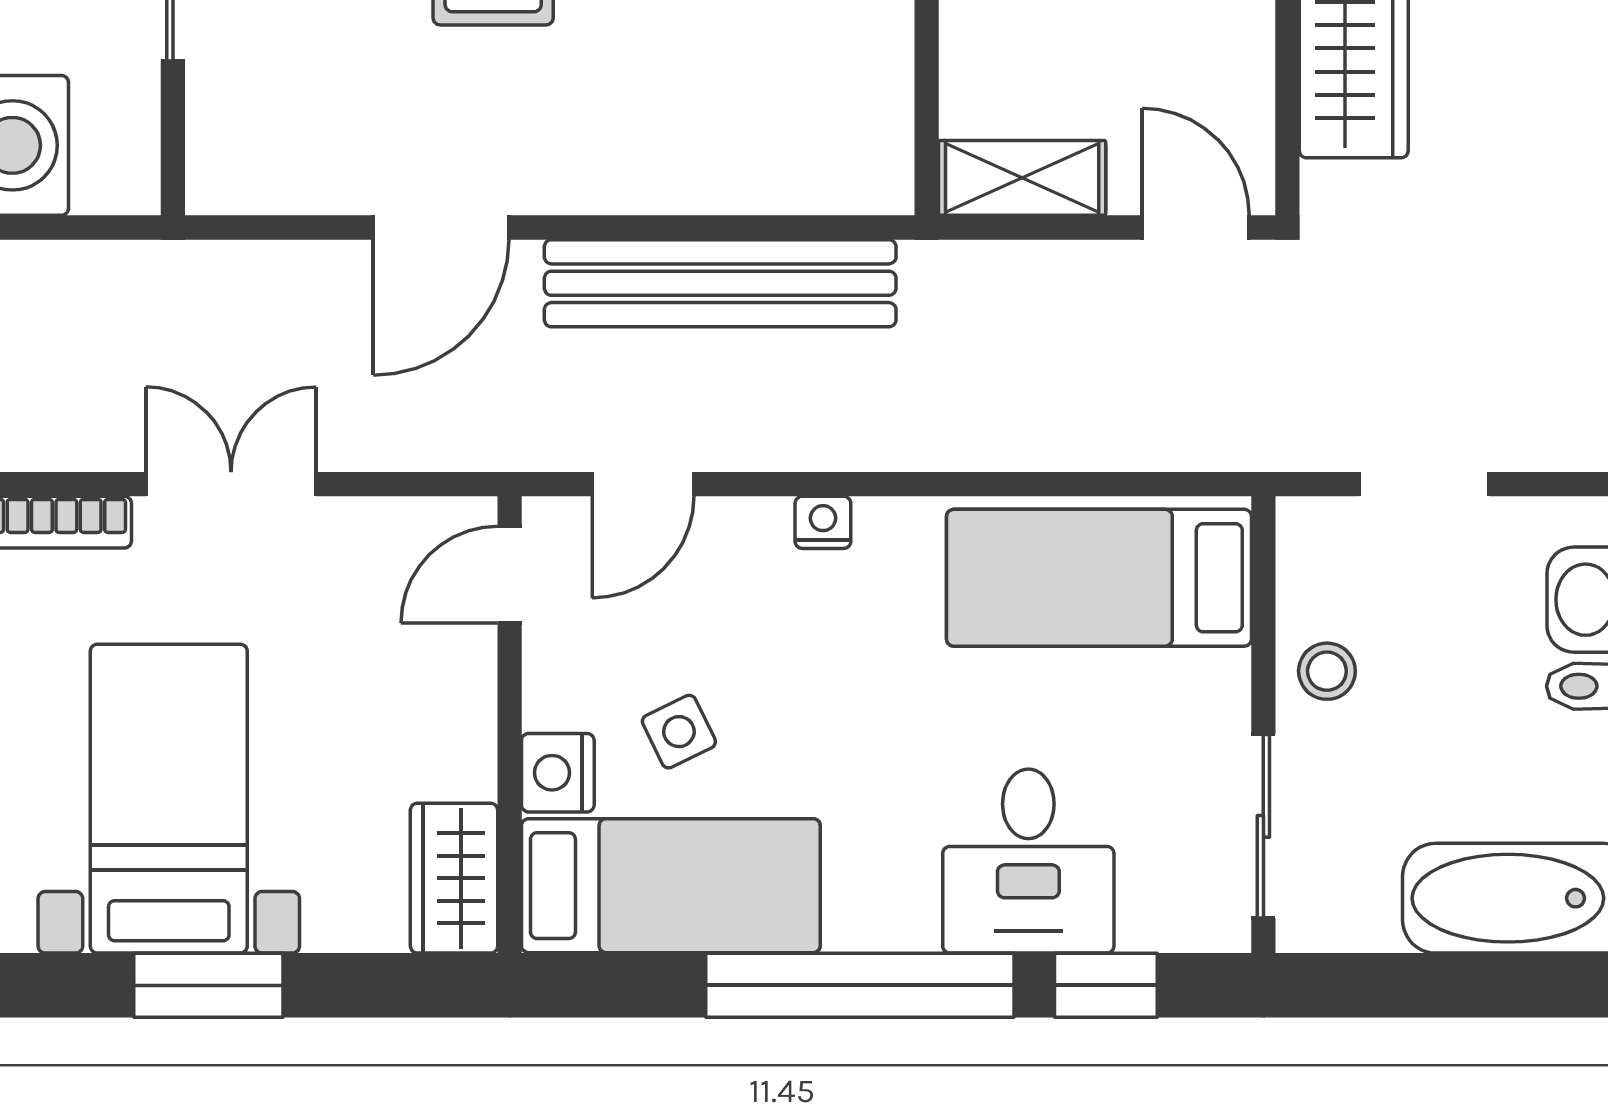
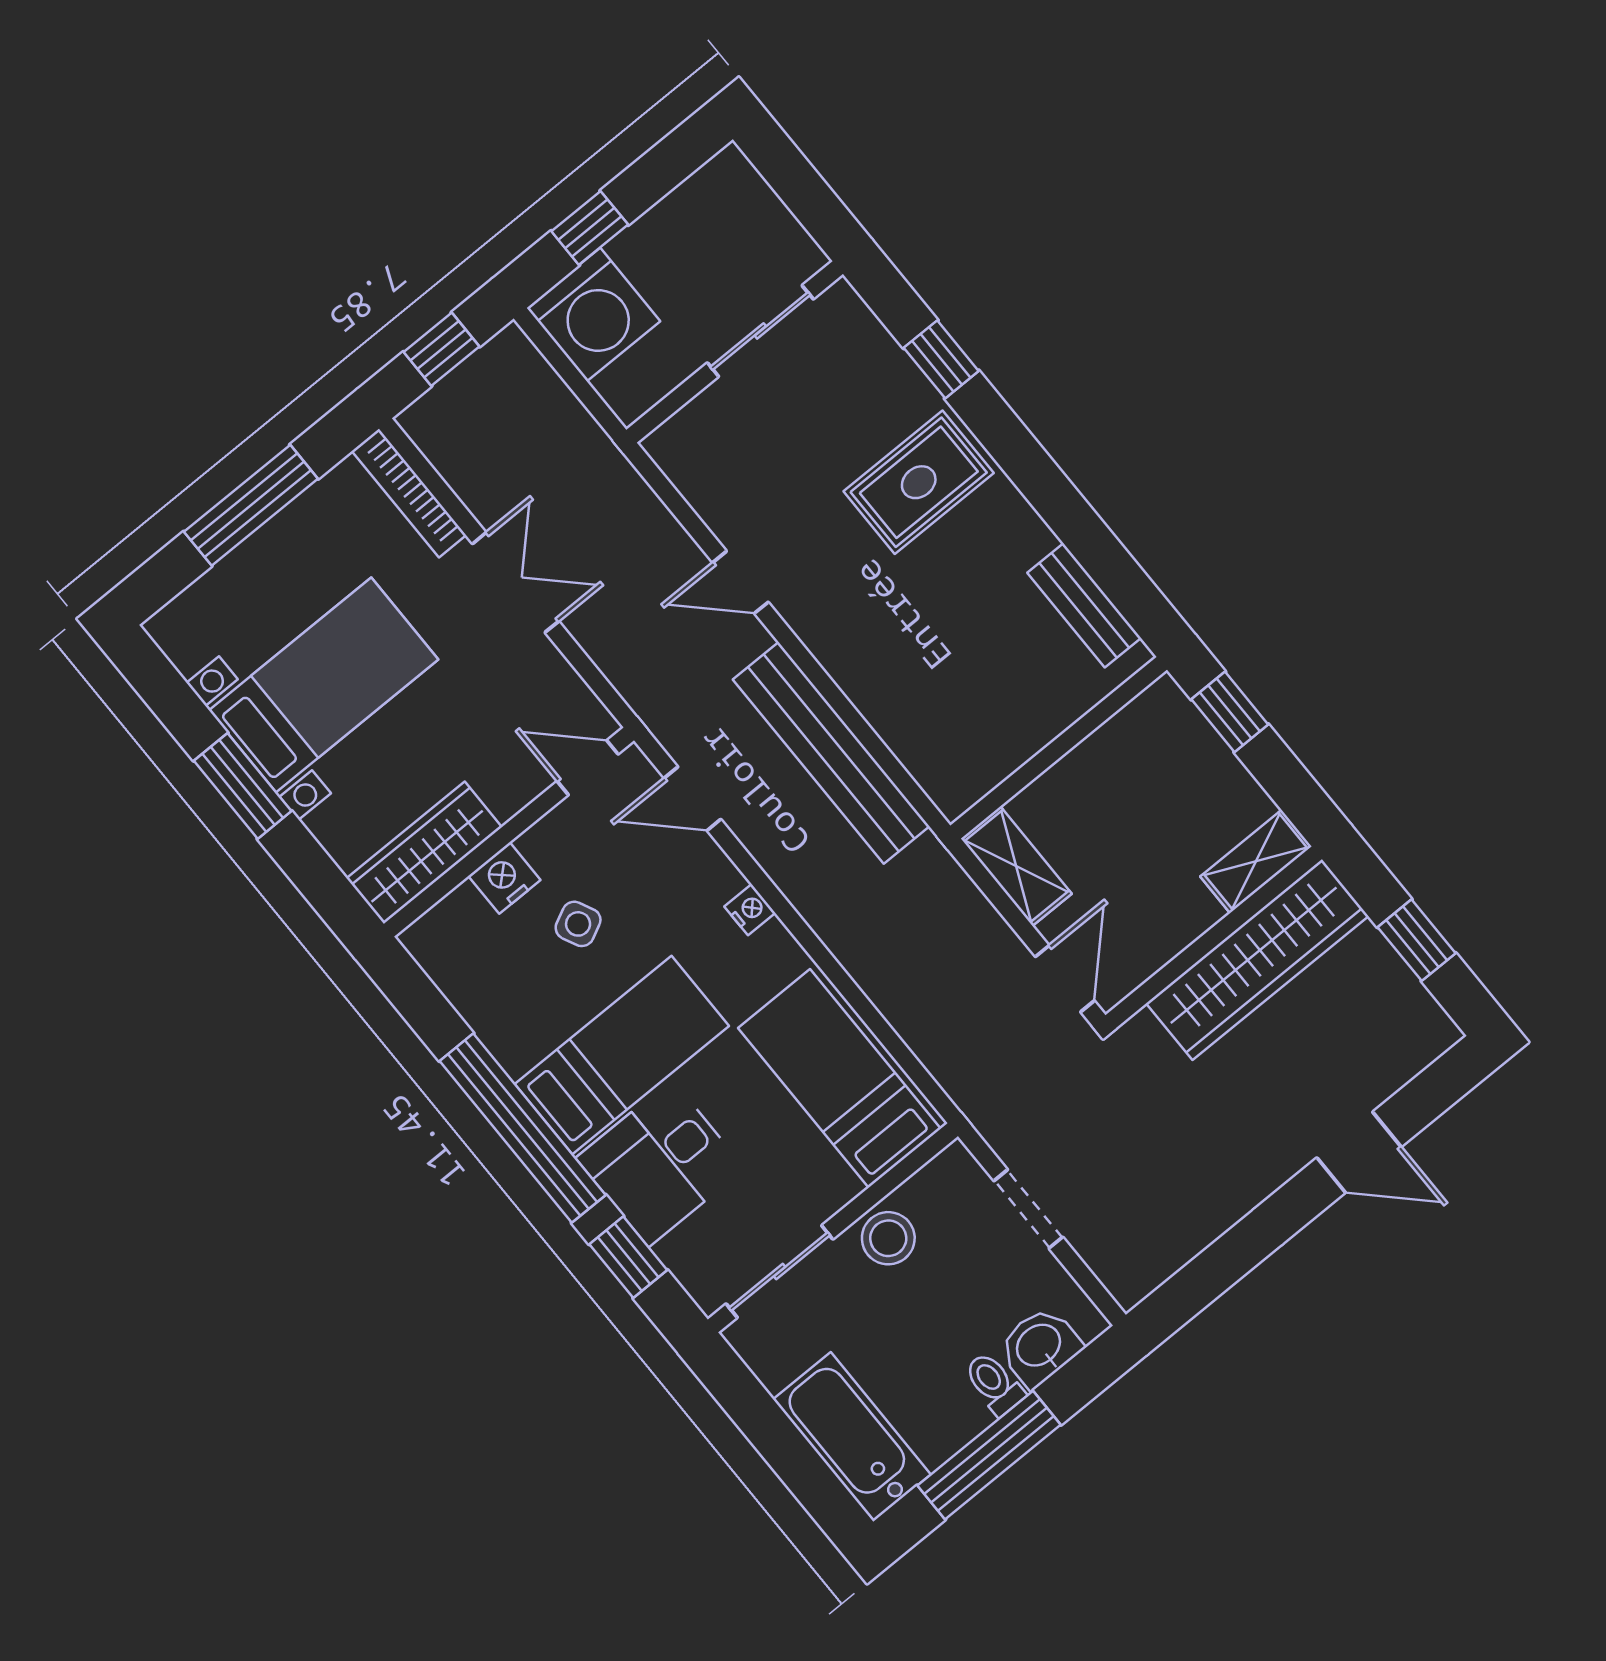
door: (441, 228) -> (740, 582), width x0.73
stool: (1327, 671) -> (888, 1238), width x1.37, depth x1.37
wardrobe: (454, 878) -> (424, 853), width x1.50
bed: (671, 886) -> (622, 1055), moved, turned -90

